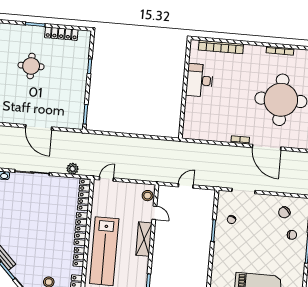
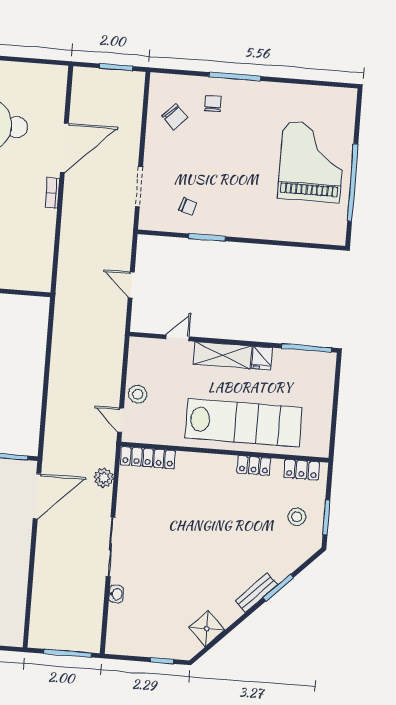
door: (39, 127) -> (37, 496), moved
stool: (148, 196) -> (138, 394), moved
locker: (81, 229) -> (206, 463), removed
fridge: (142, 262) -> (262, 358), added

